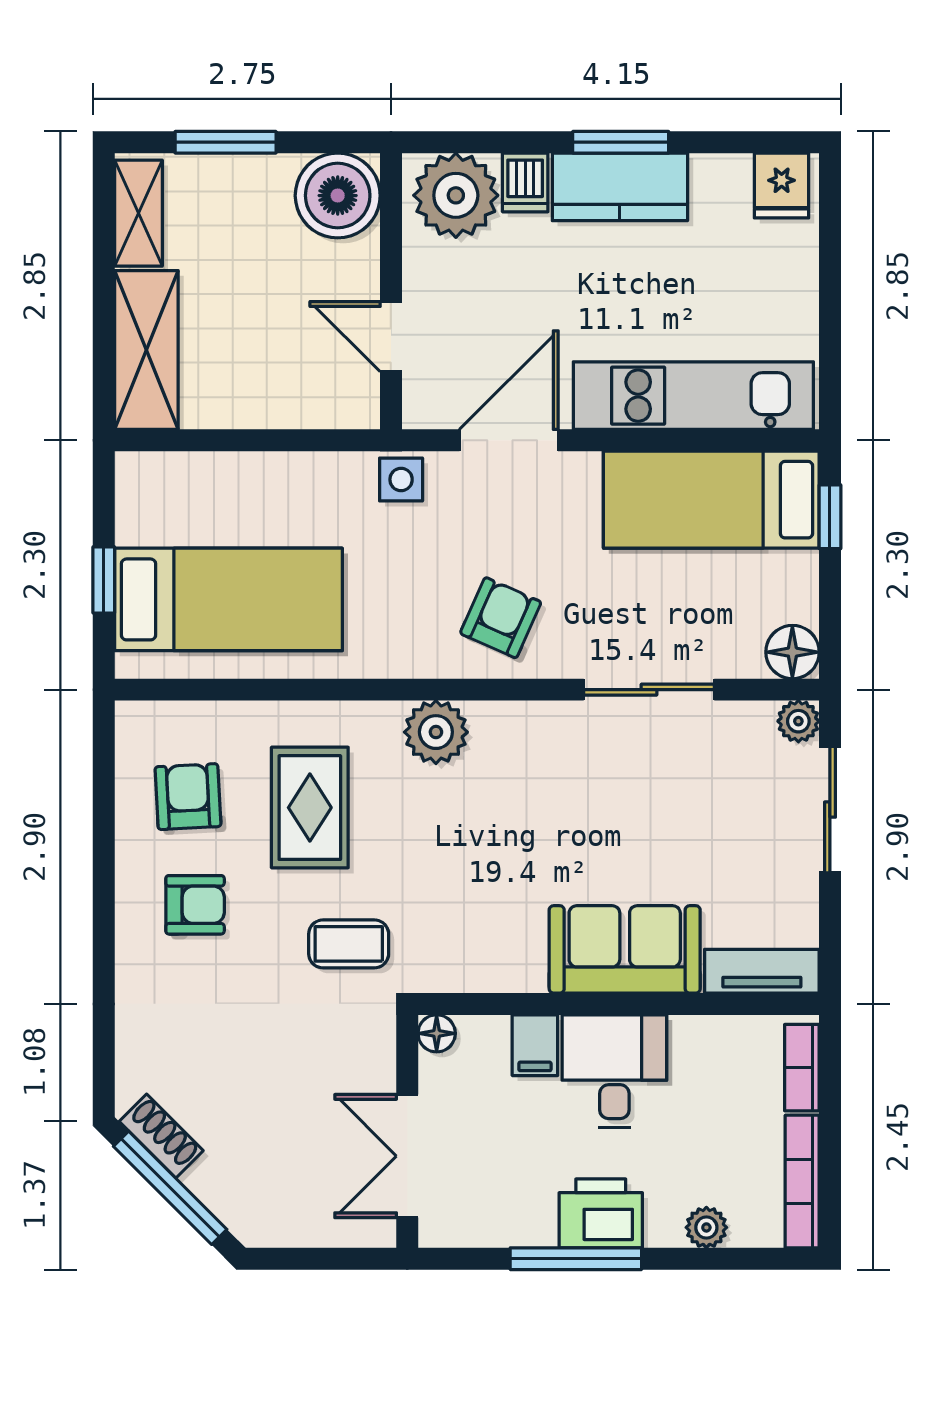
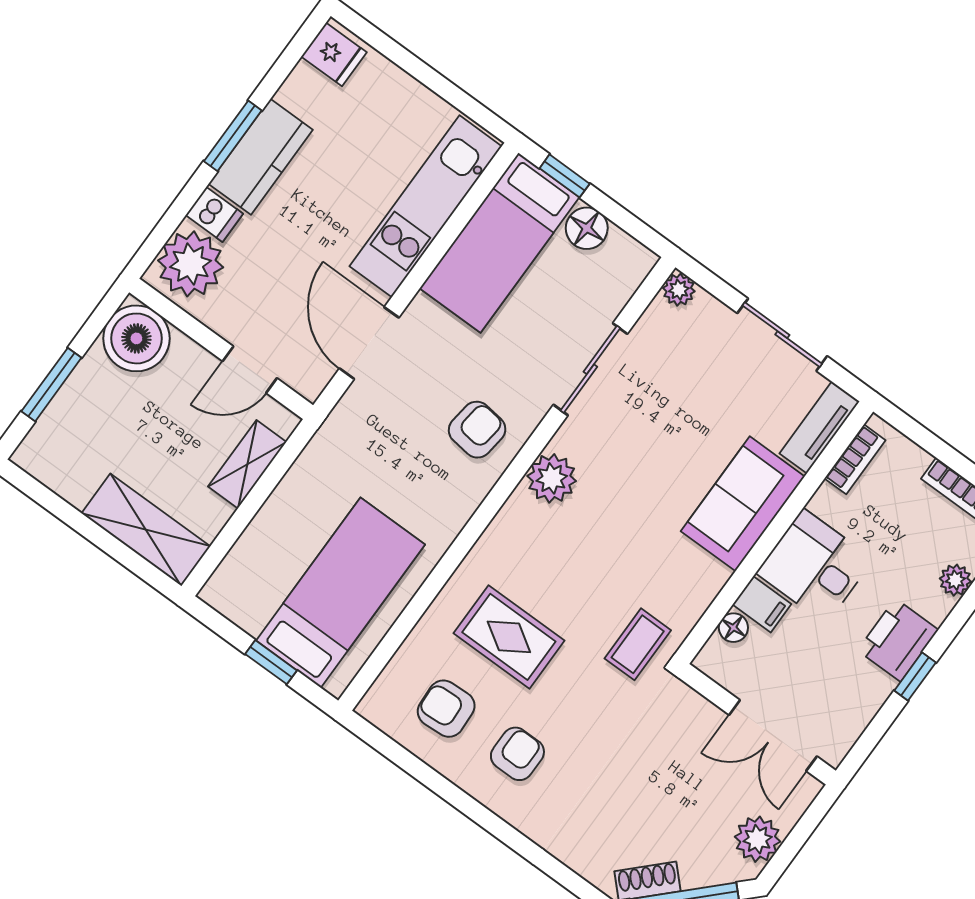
shelving: (138, 213) -> (247, 464), moved, turned 90
side table: (401, 479) -> (344, 429), removed
armchair: (501, 618) -> (477, 430), turned 73
floor lamp: (792, 652) -> (587, 228), moved
plant: (436, 732) -> (552, 478), moved
sliding door: (830, 810) -> (782, 335), moved
coffee table: (349, 944) -> (638, 644), moved
floor lamp: (437, 1033) -> (733, 628), moved
bookcase: (802, 1068) -> (855, 459), moved, turned -90
plant: (288, 1218) -> (758, 839), added
window: (576, 1259) -> (915, 677), width x0.46

